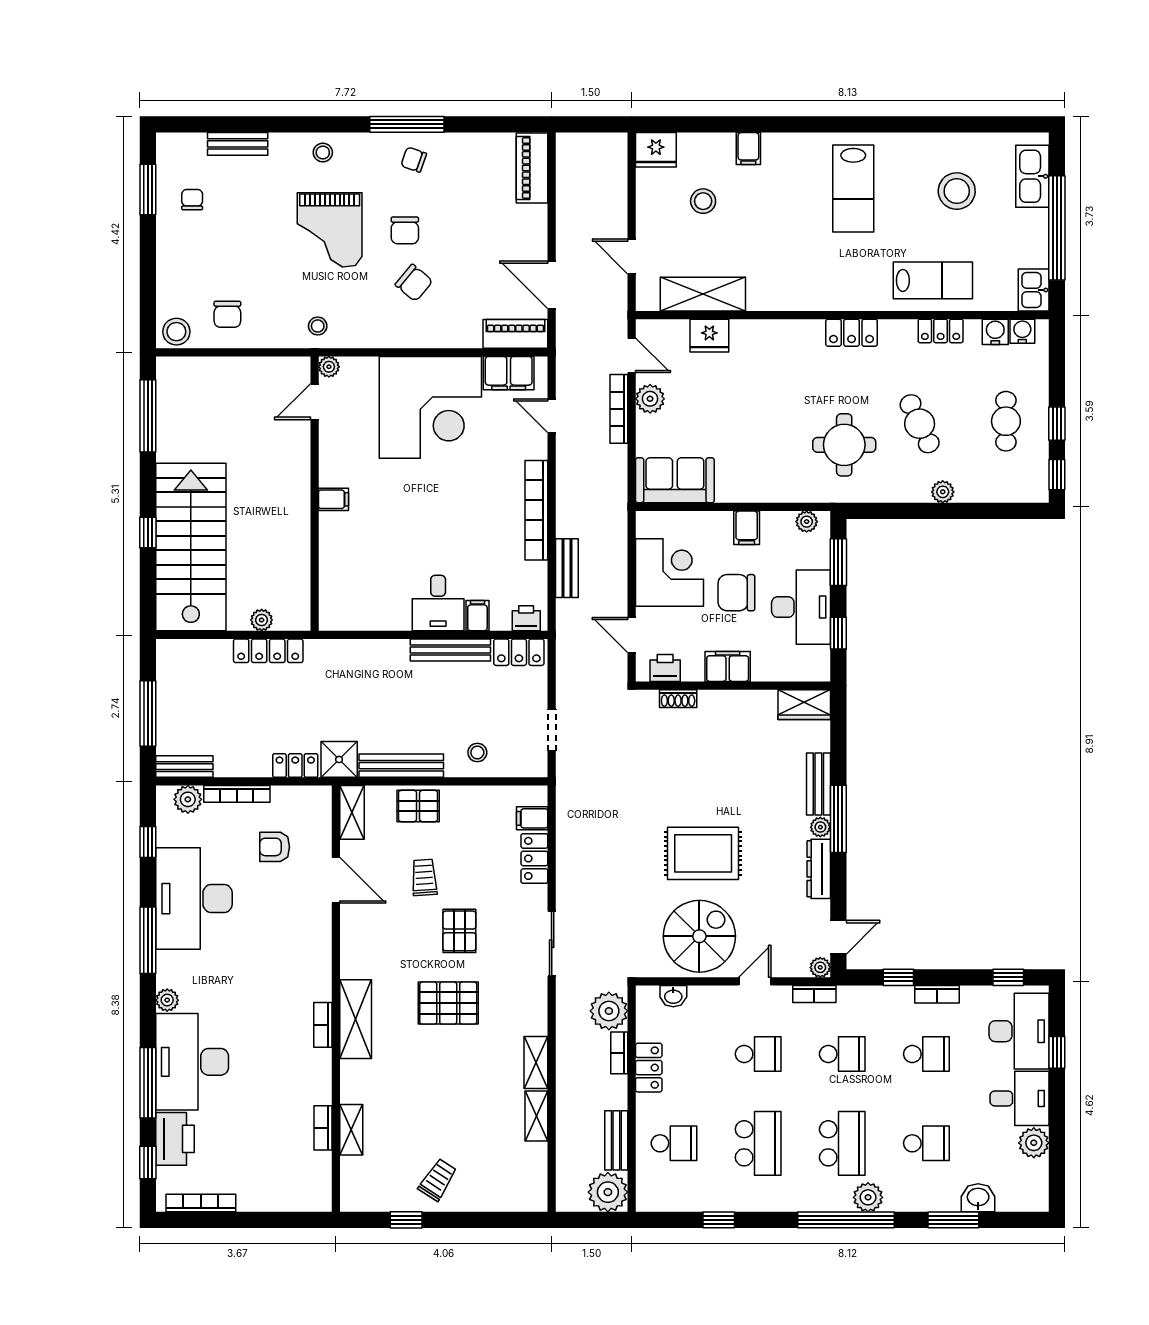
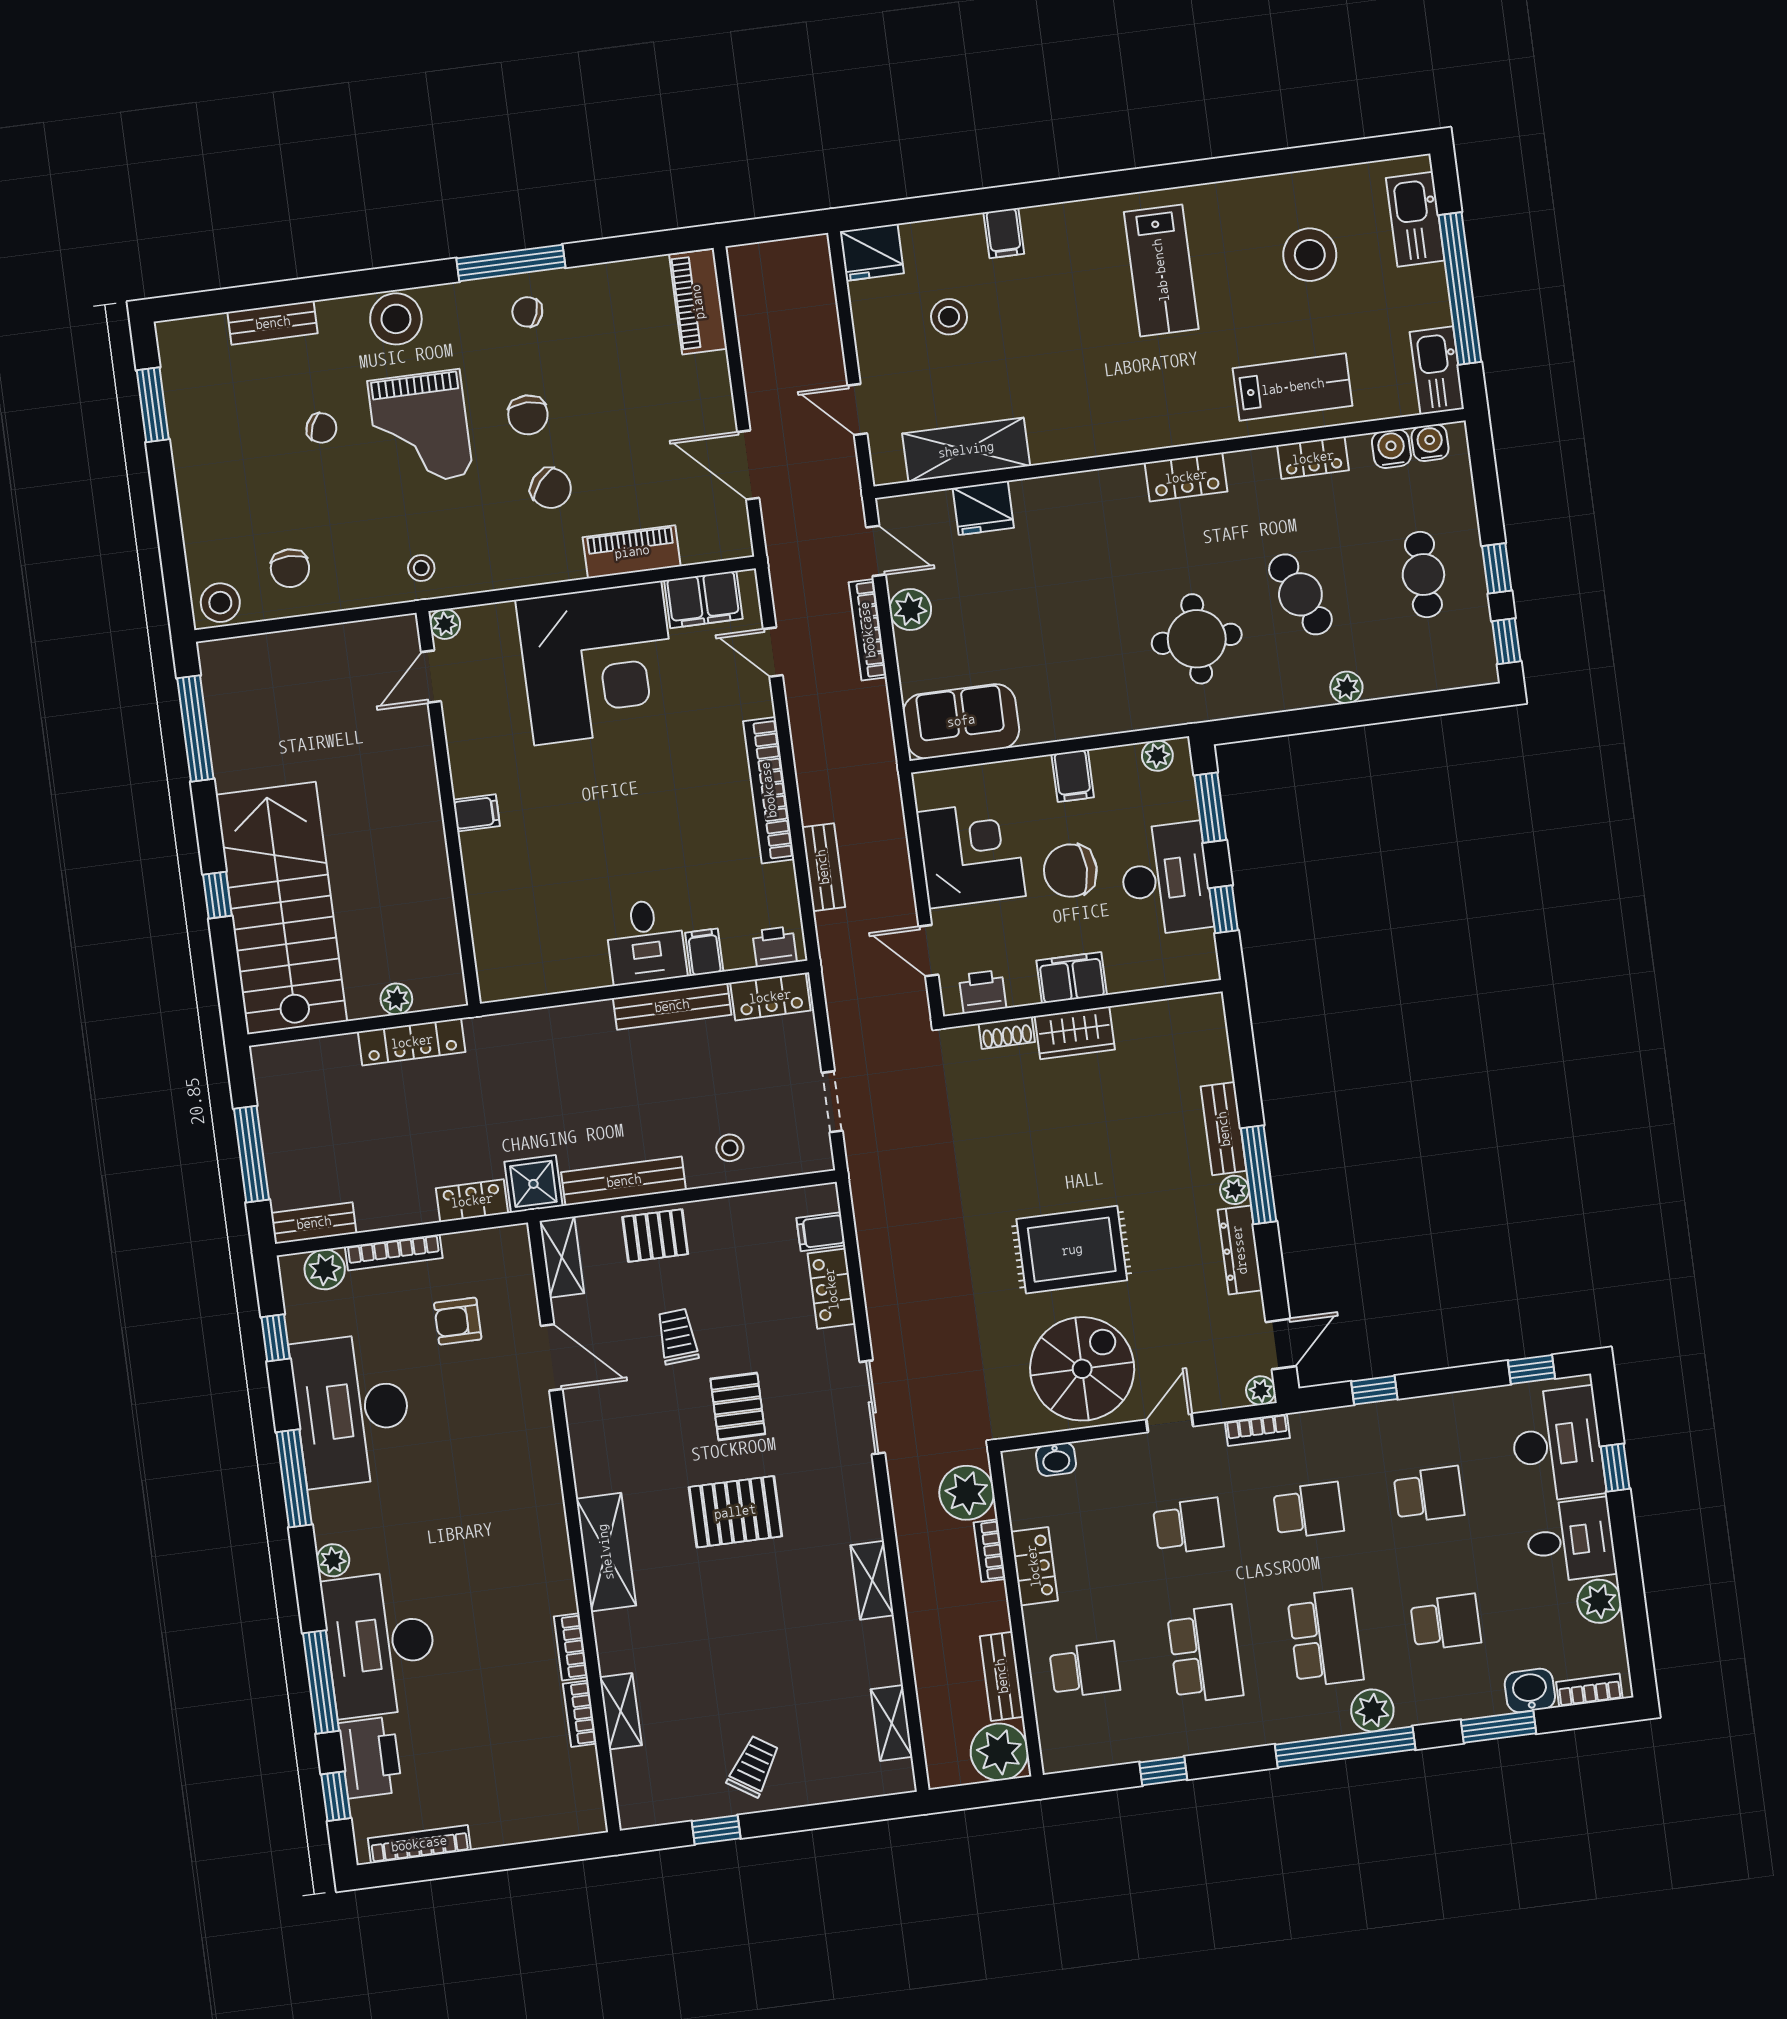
stool: (323, 153) -> (396, 319), width x1.89, depth x1.89
chair: (192, 200) -> (321, 428), moved, turned 113
kitchen sink: (1034, 290) -> (1437, 370), width x1.38
piano: (515, 334) -> (632, 552), moved
wardrobe: (804, 705) -> (1075, 1033), moved
bookcase: (937, 994) -> (1589, 1690), moved, turned 180
bookcase: (323, 1025) -> (571, 1647), moved
shelving: (536, 1116) -> (892, 1723), moved

